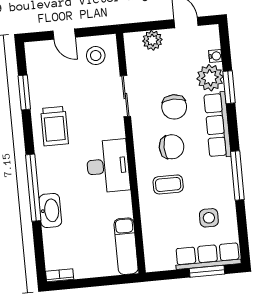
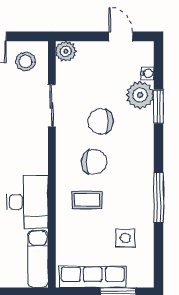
plant: (152, 40) -> (66, 51), moved
chair: (174, 107) -> (101, 121), turned 90
row of seats: (217, 125) -> (143, 144), removed
desk: (108, 166) -> (27, 202), moved
row of seats: (208, 256) -> (93, 277), moved

